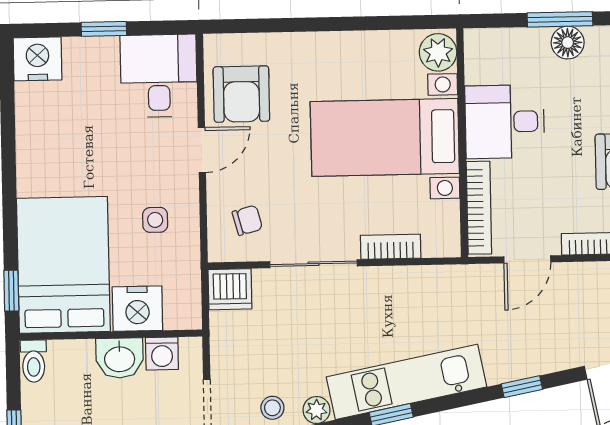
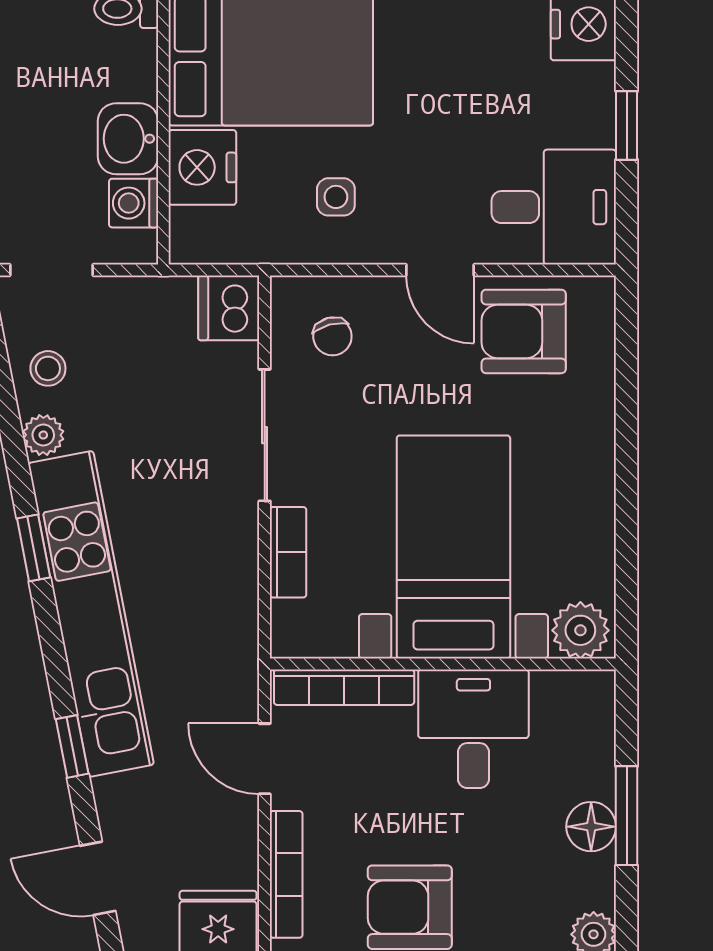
kitchen unit: (406, 382) -> (91, 614), width x1.36

